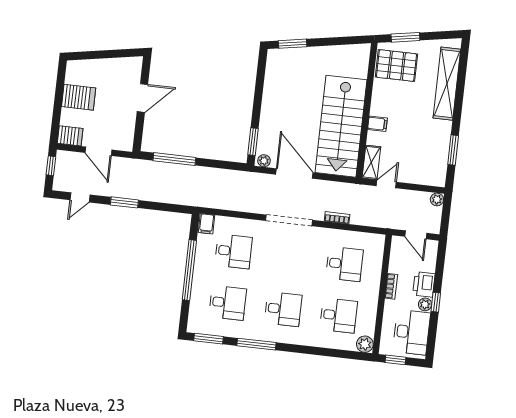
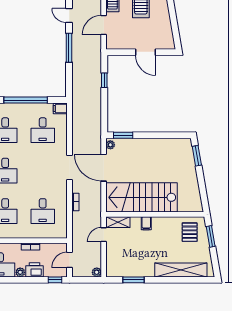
pallet: (396, 66) -> (190, 232), width x0.67, depth x0.71
window: (174, 159) -> (104, 80), width x0.46
door: (294, 174) -> (104, 168), swing flipped
door: (386, 184) -> (104, 235), swing flipped
window: (124, 202) -> (69, 48), width x1.44
doorway: (289, 220) -> (69, 168), width x0.73
window: (436, 302) -> (55, 280), moved

